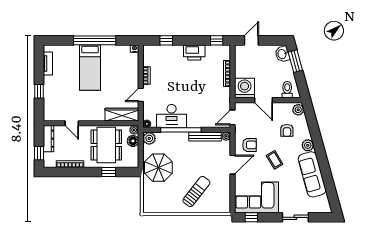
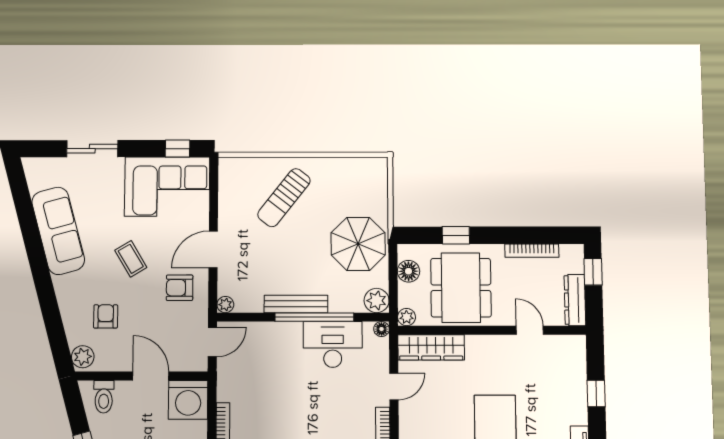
bench: (205, 137) -> (296, 304), moved
floor lamp: (133, 141) -> (408, 271), moved
plant: (308, 145) -> (65, 287), removed

